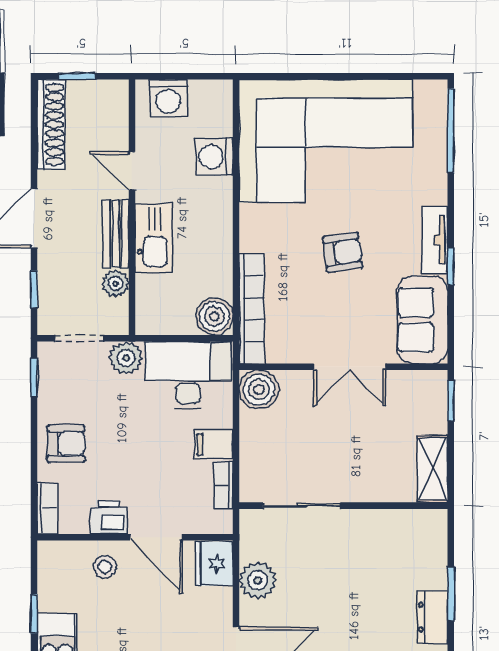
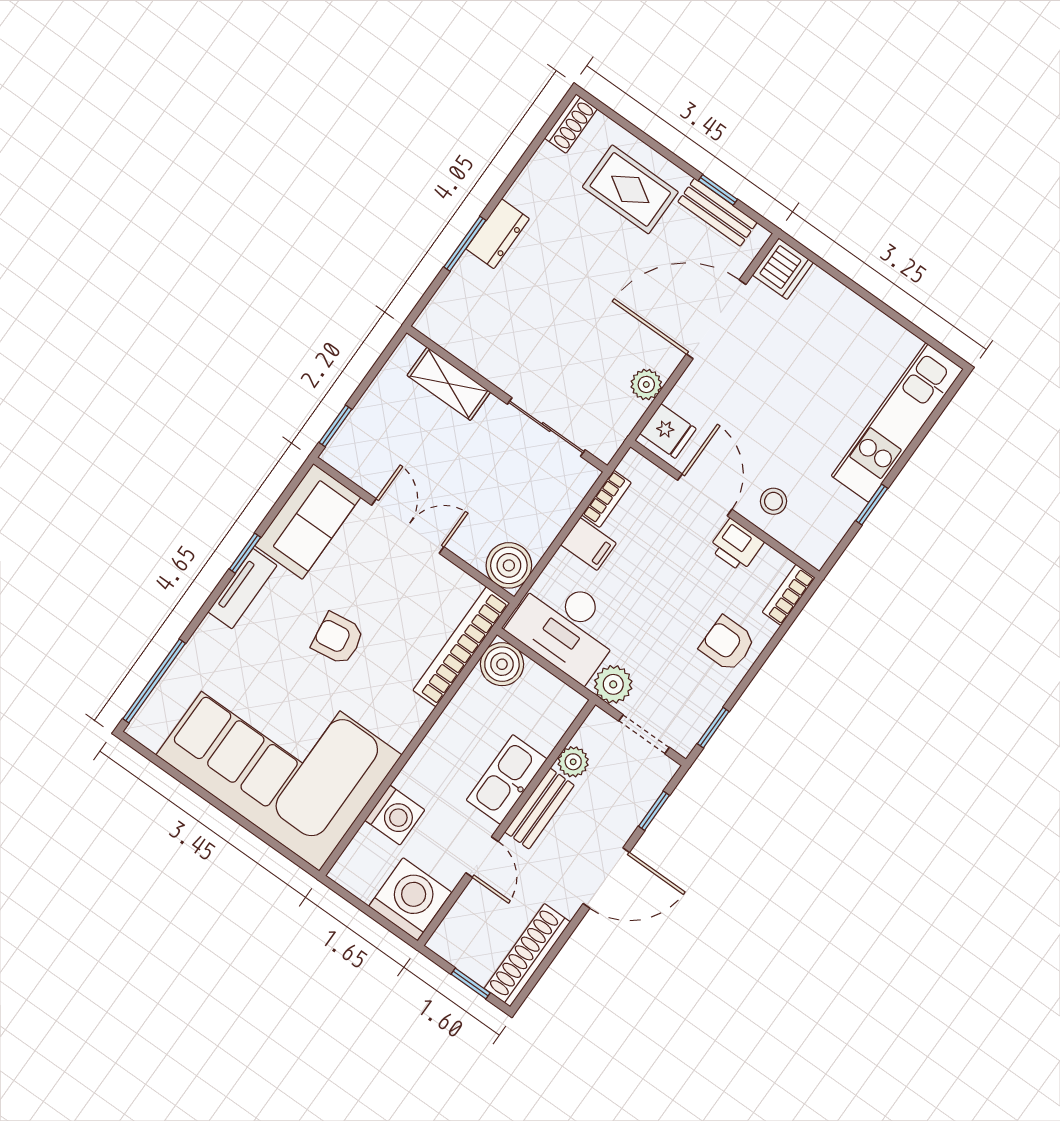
washing machine: (168, 98) -> (410, 899), width x1.37, depth x1.37
shelving: (432, 469) -> (449, 384), moved, turned 90
fridge: (214, 564) -> (668, 431), width x0.72
plant: (258, 580) -> (646, 384), width x0.73, depth x0.73

